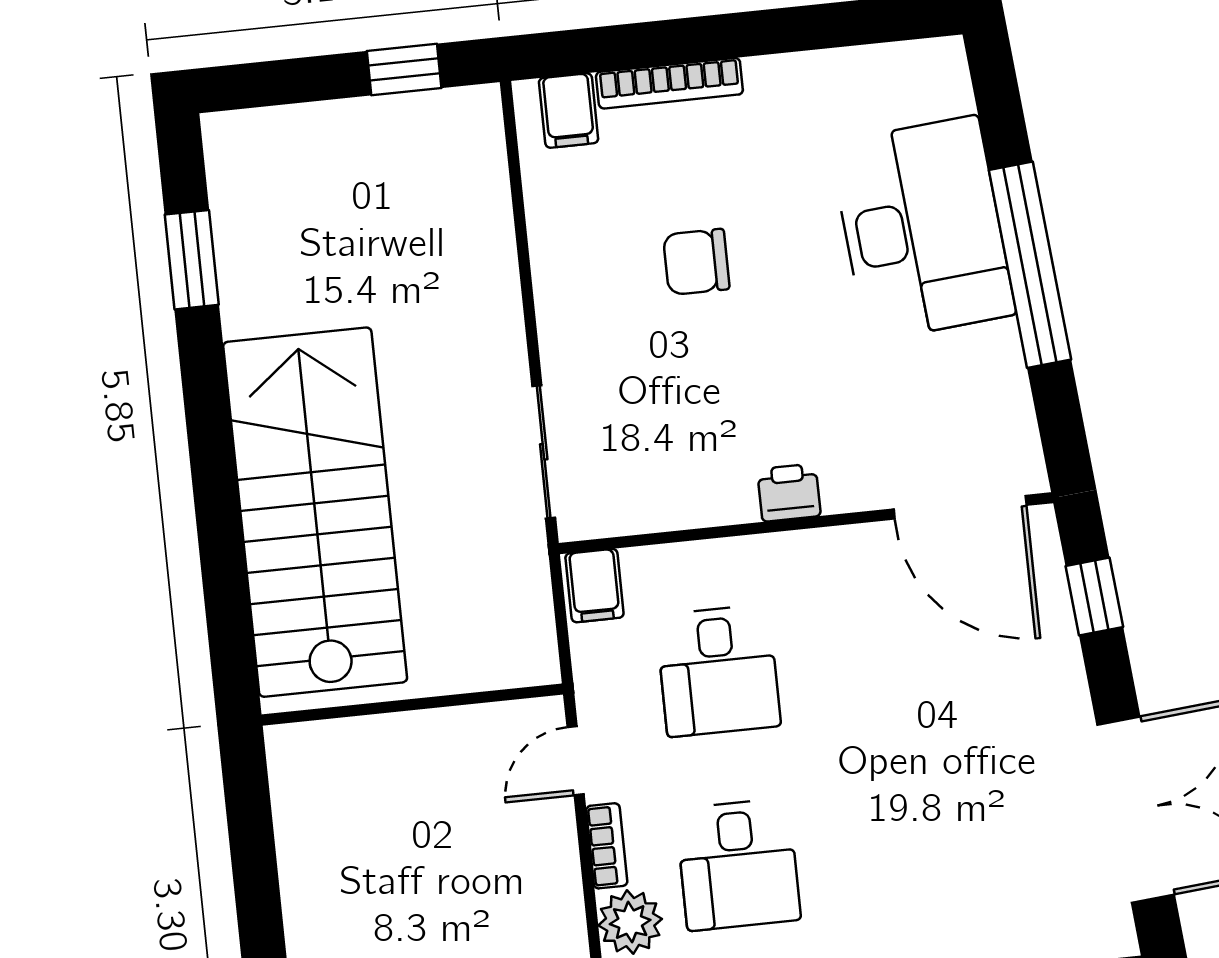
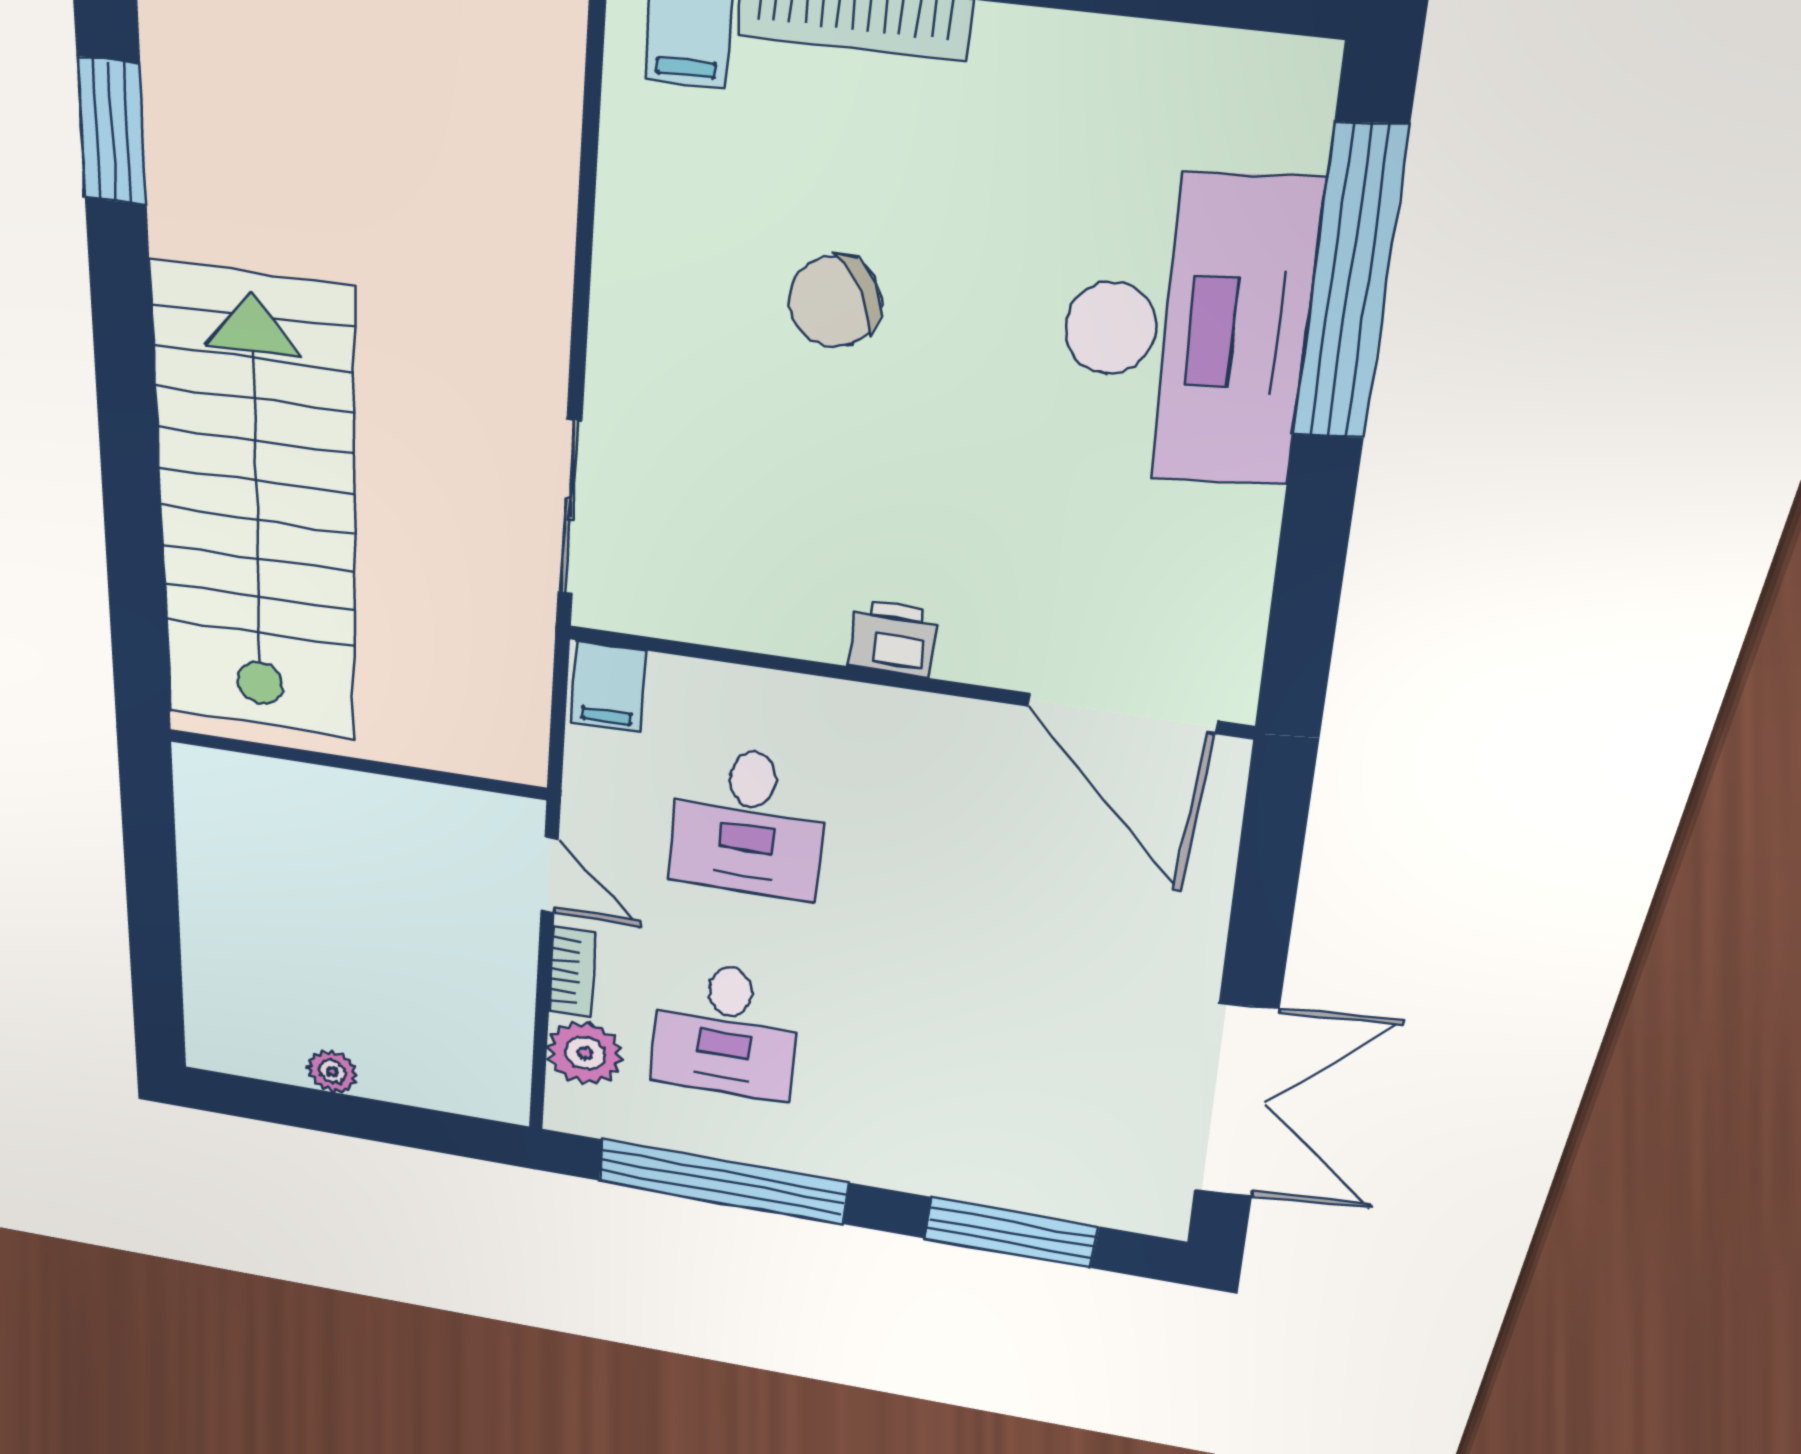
chair: (696, 262) -> (835, 302), turned -30
window: (1030, 265) -> (1349, 285), moved
window: (1094, 597) -> (1269, 862), removed
door: (576, 761) -> (550, 875), swing flipped

